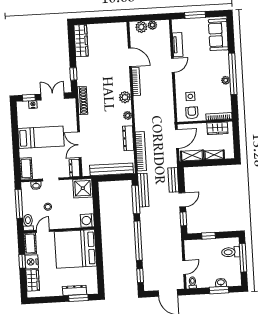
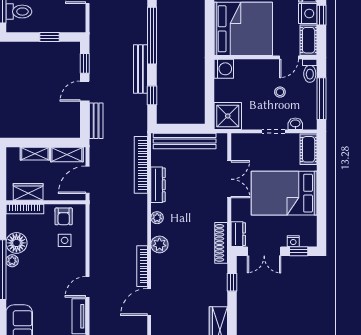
door: (130, 57) -> (149, 302), hinge flipped
floor lamp: (223, 93) -> (16, 243), added
bed: (41, 137) -> (284, 193), width x1.50
dresser: (74, 168) -> (238, 234), moved
bench: (143, 190) -> (140, 69), moved
window: (136, 199) -> (152, 95), width x0.46

